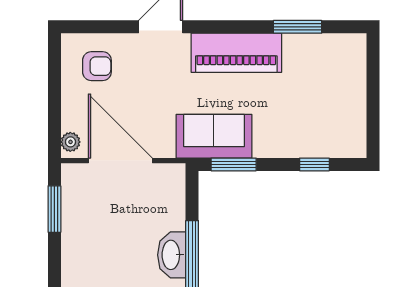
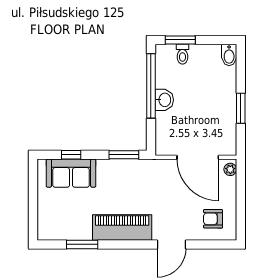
sofa: (214, 136) -> (71, 173), moved
window: (54, 209) -> (241, 108), moved
washbasin: (172, 255) -> (164, 100), width x0.72

